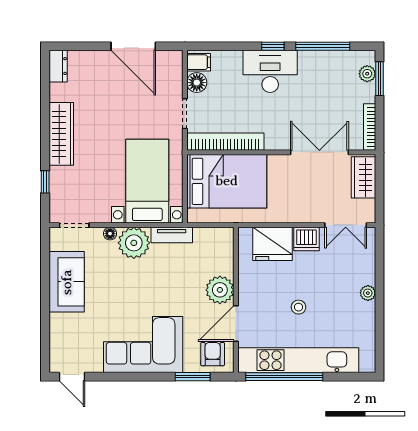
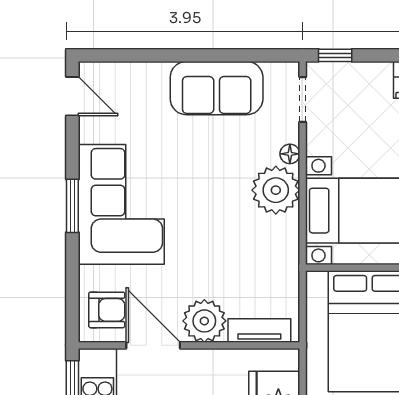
window: (45, 182) -> (335, 55), moved
tv unit: (172, 235) -> (259, 330), moved, turned 90
door: (72, 377) -> (72, 96), swing flipped
window: (193, 377) -> (72, 206), moved

